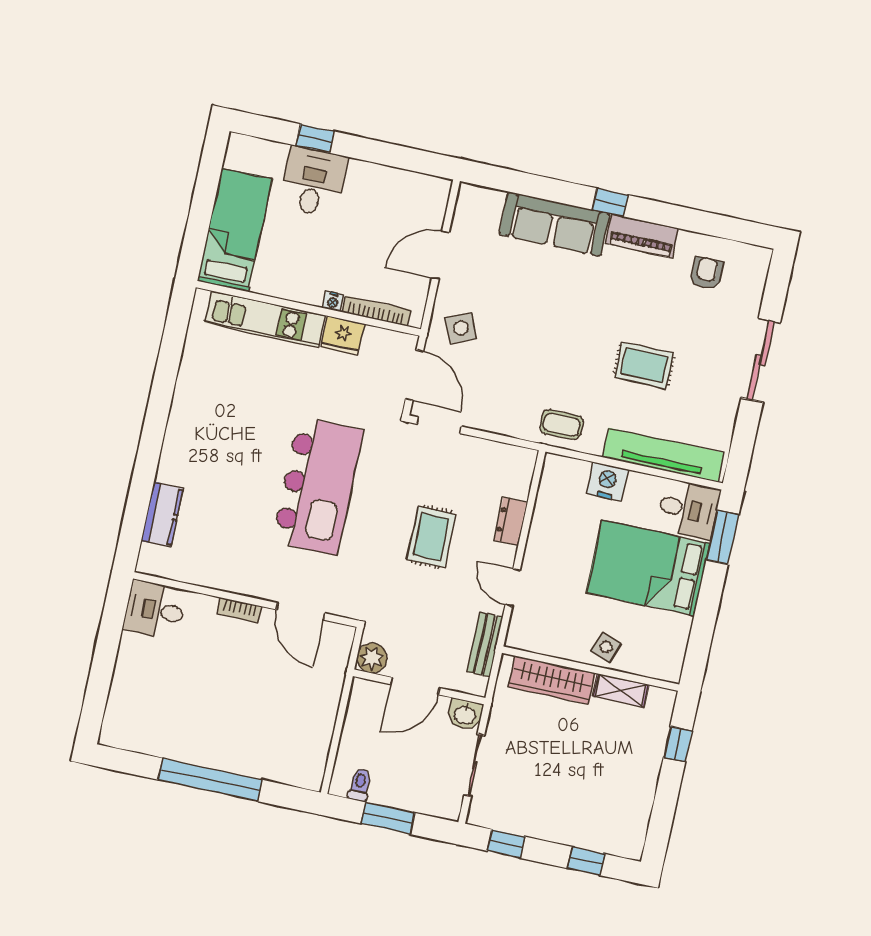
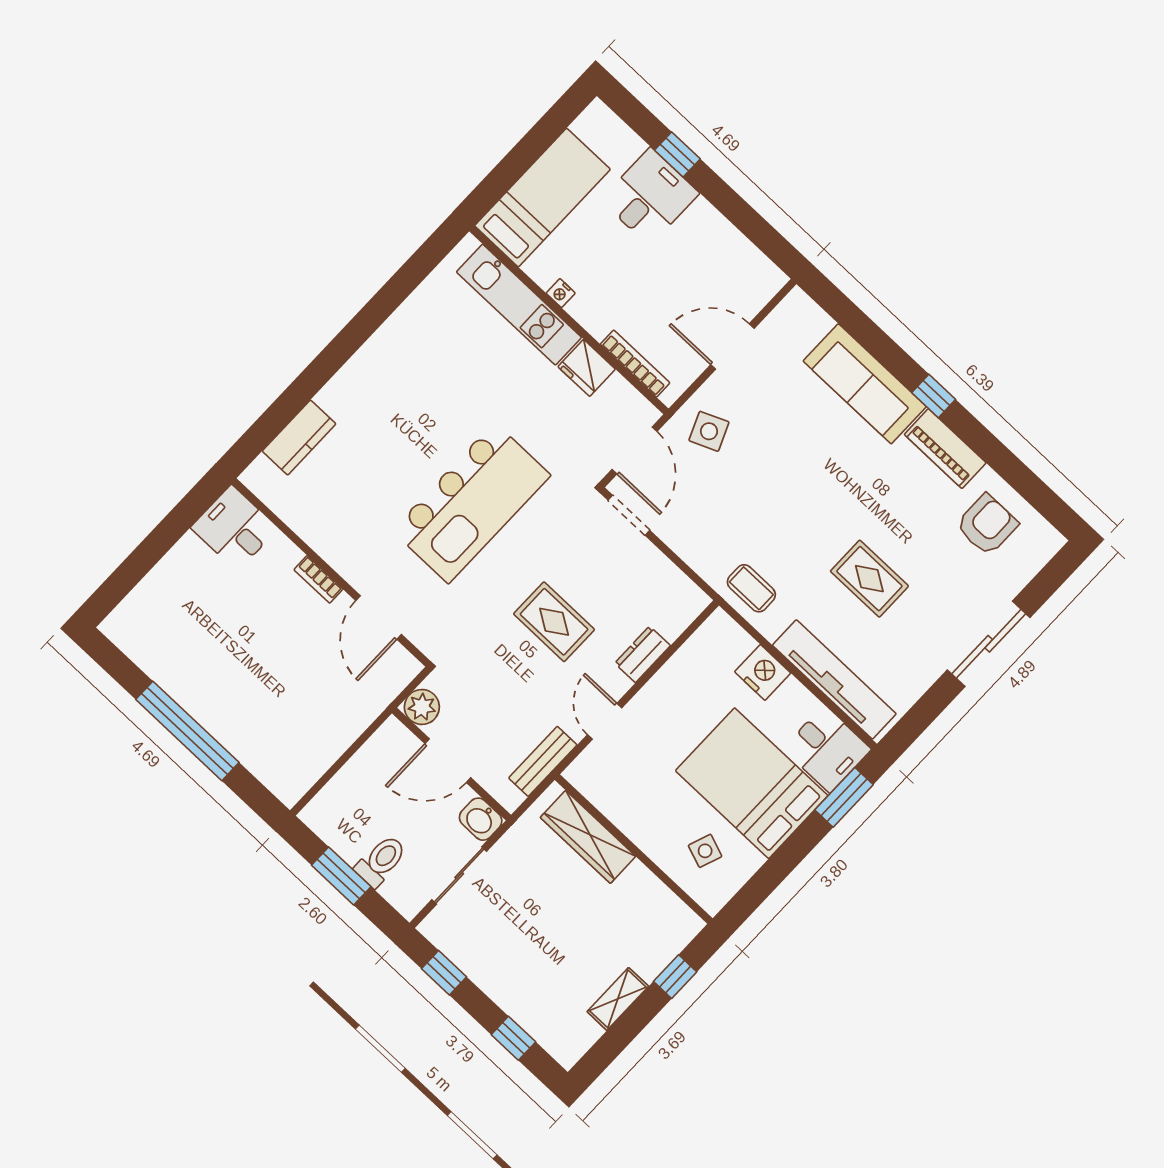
armchair: (707, 273) -> (987, 525), width x1.38, depth x1.38
nightstand: (333, 301) -> (561, 293), moved
rug: (431, 537) -> (554, 622), turned 90
side table: (606, 647) -> (705, 851), moved
shelving: (621, 690) -> (618, 999), moved, turned 90
toilet: (360, 785) -> (381, 861), moved, width x1.37, depth x1.39

